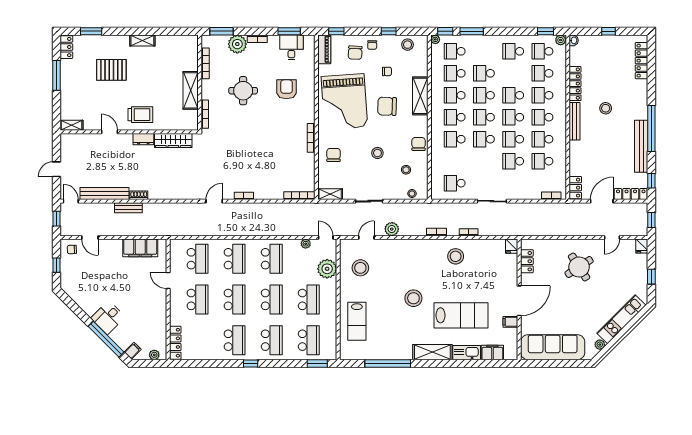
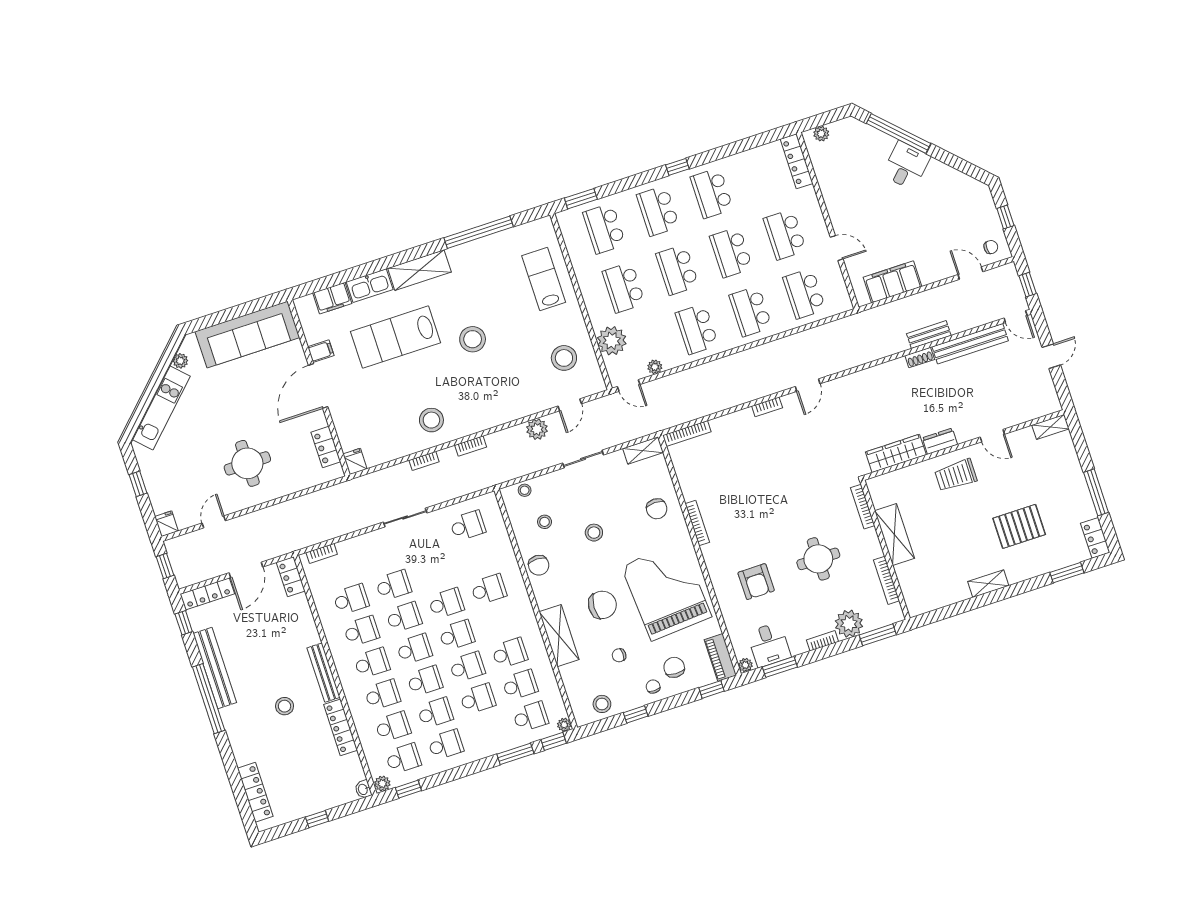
plant: (310, 39) -> (745, 665), added
school desk: (455, 117) -> (435, 713), moved
round table: (579, 267) -> (247, 463), turned 33
filing cabinet: (133, 351) -> (854, 129), removed

